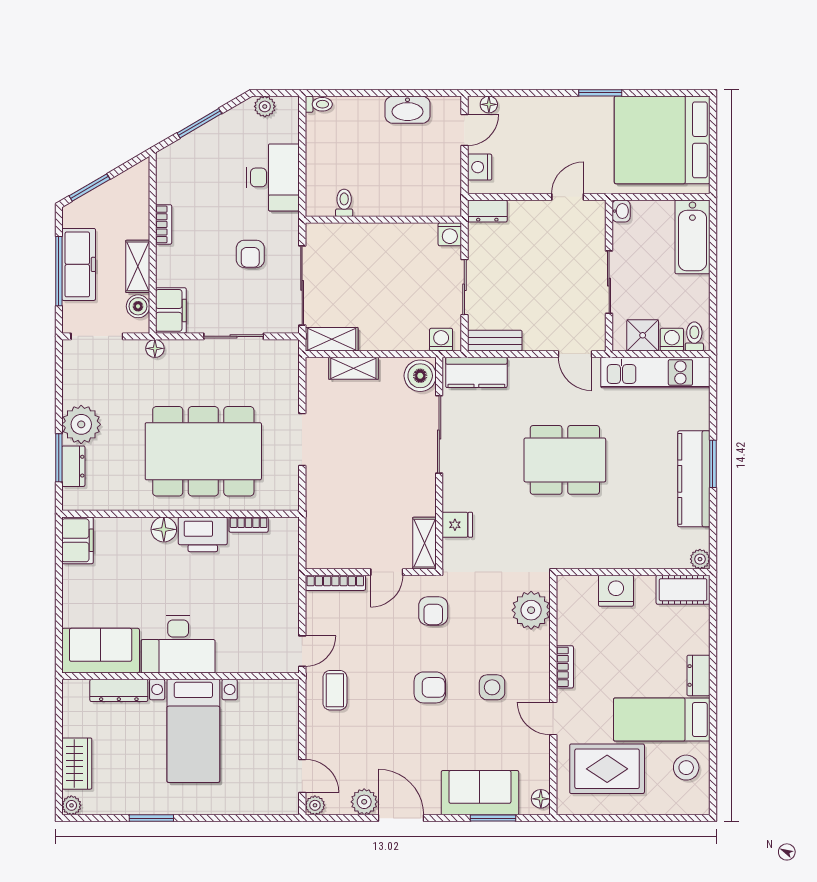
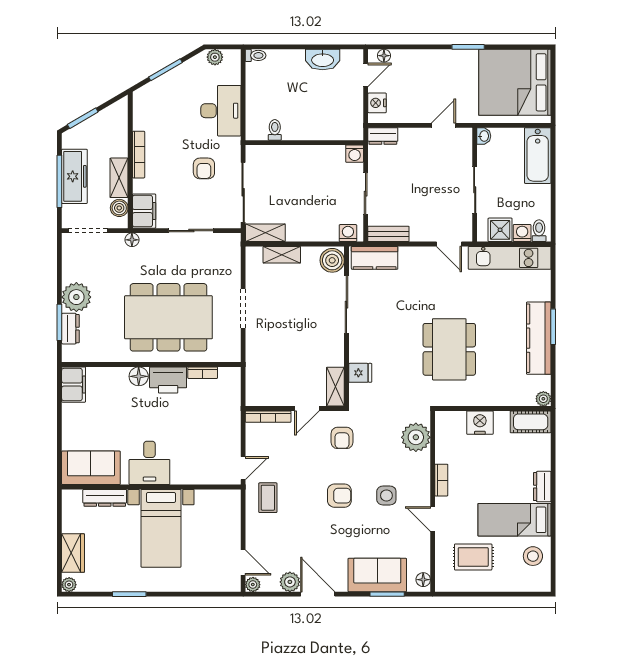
bookcase: (164, 224) -> (139, 155), width x1.56
dining table: (565, 460) -> (449, 349), moved, turned 90
desk: (178, 644) -> (149, 463), width x0.73
rug: (607, 769) -> (473, 557), width x0.73, depth x0.70

